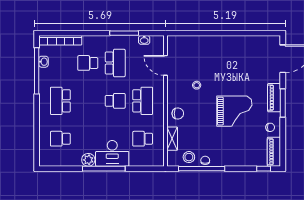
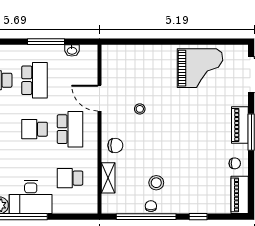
door: (165, 65) -> (99, 98), moved
school desk: (115, 101) -> (35, 129), turned 180
grand piano: (234, 111) -> (200, 68), moved
stool: (189, 157) -> (156, 183), moved
window: (264, 169) -> (198, 217), moved

